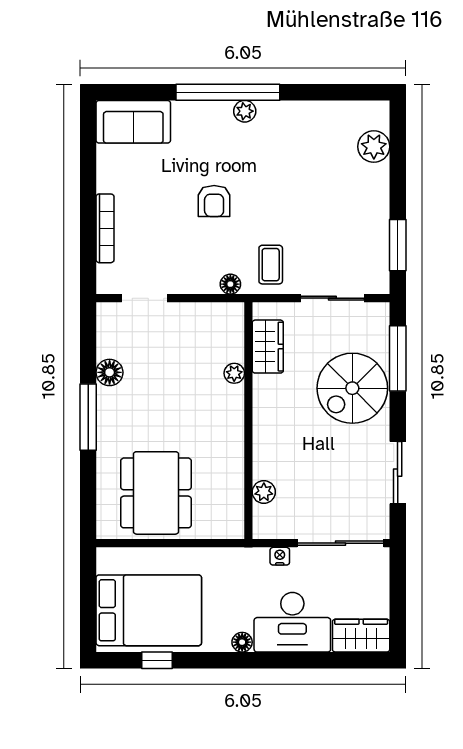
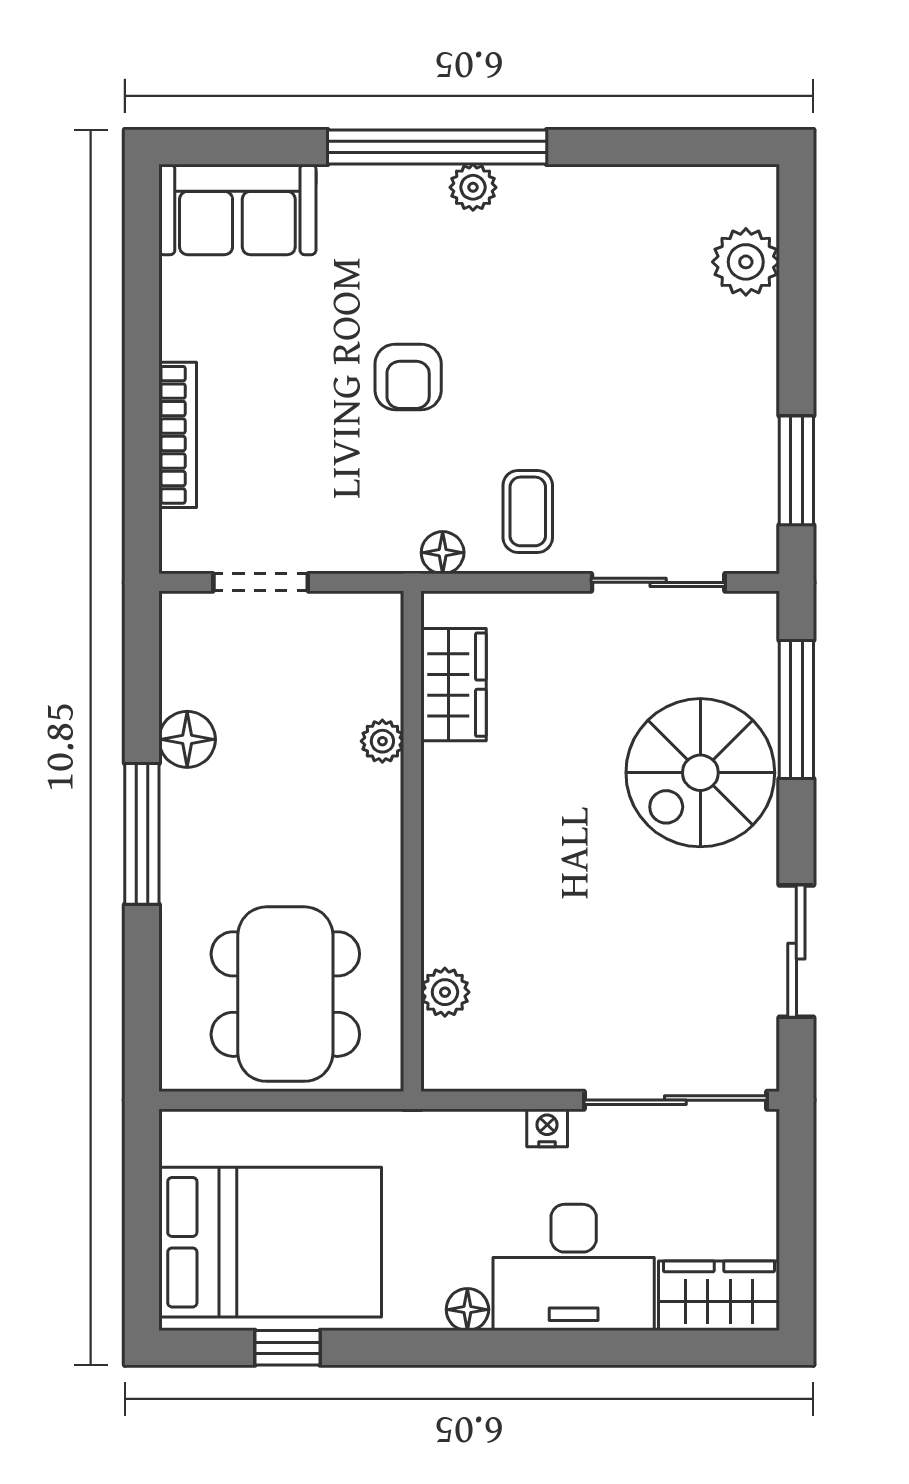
wardrobe: (268, 347) -> (453, 685), moved
plant: (234, 373) -> (382, 741), moved
wall: (248, 421) -> (412, 841), moved
plant: (264, 492) -> (445, 992), moved

